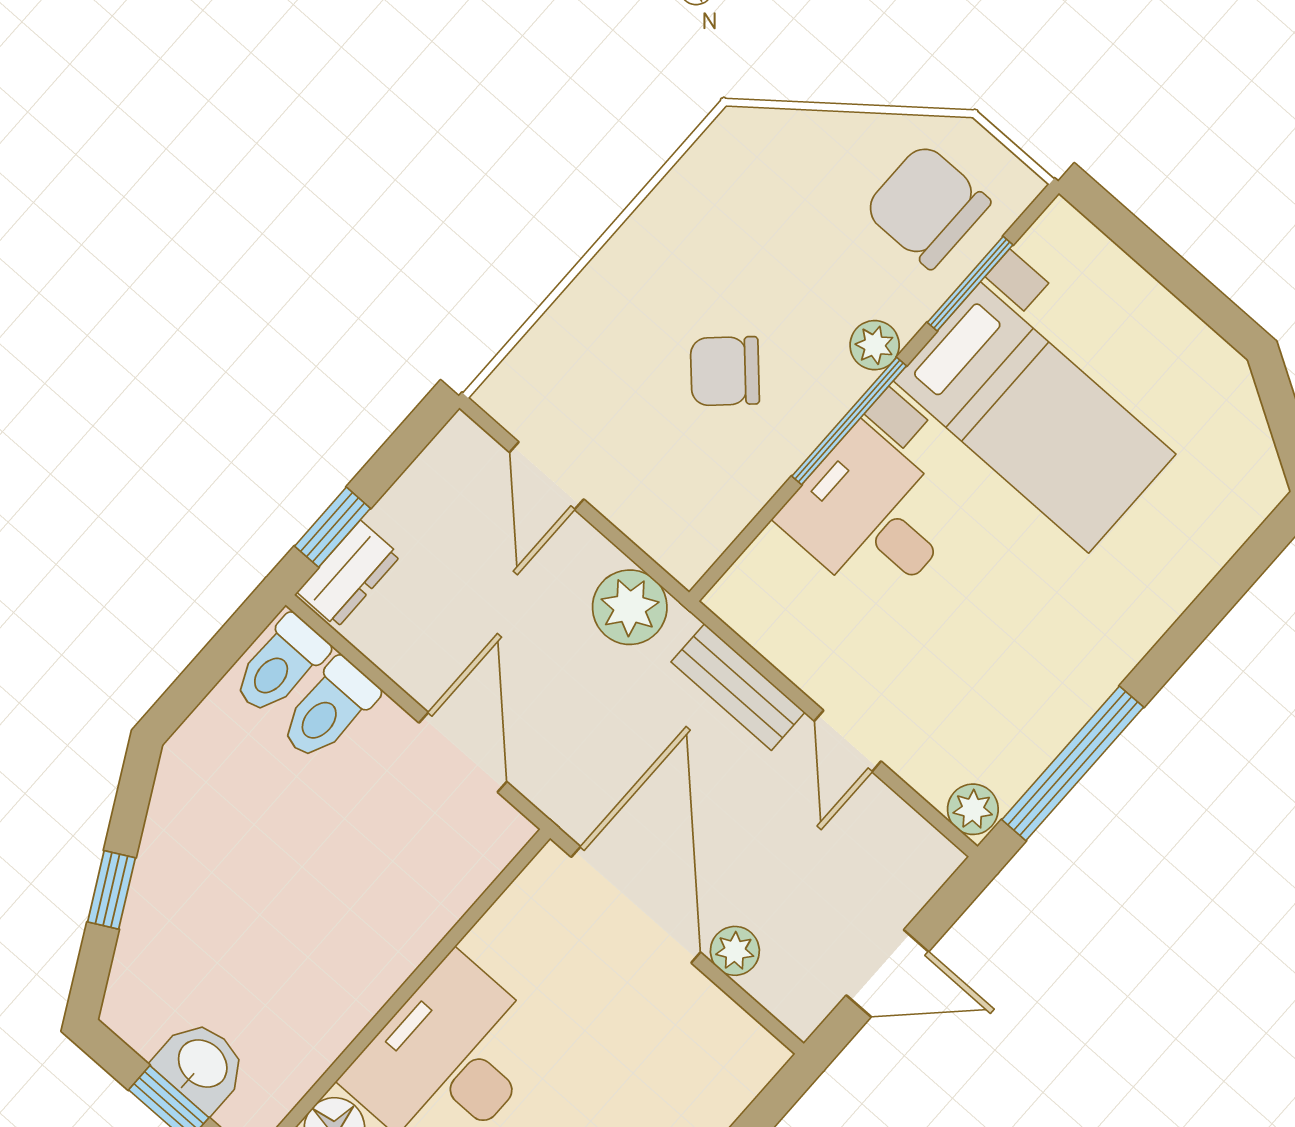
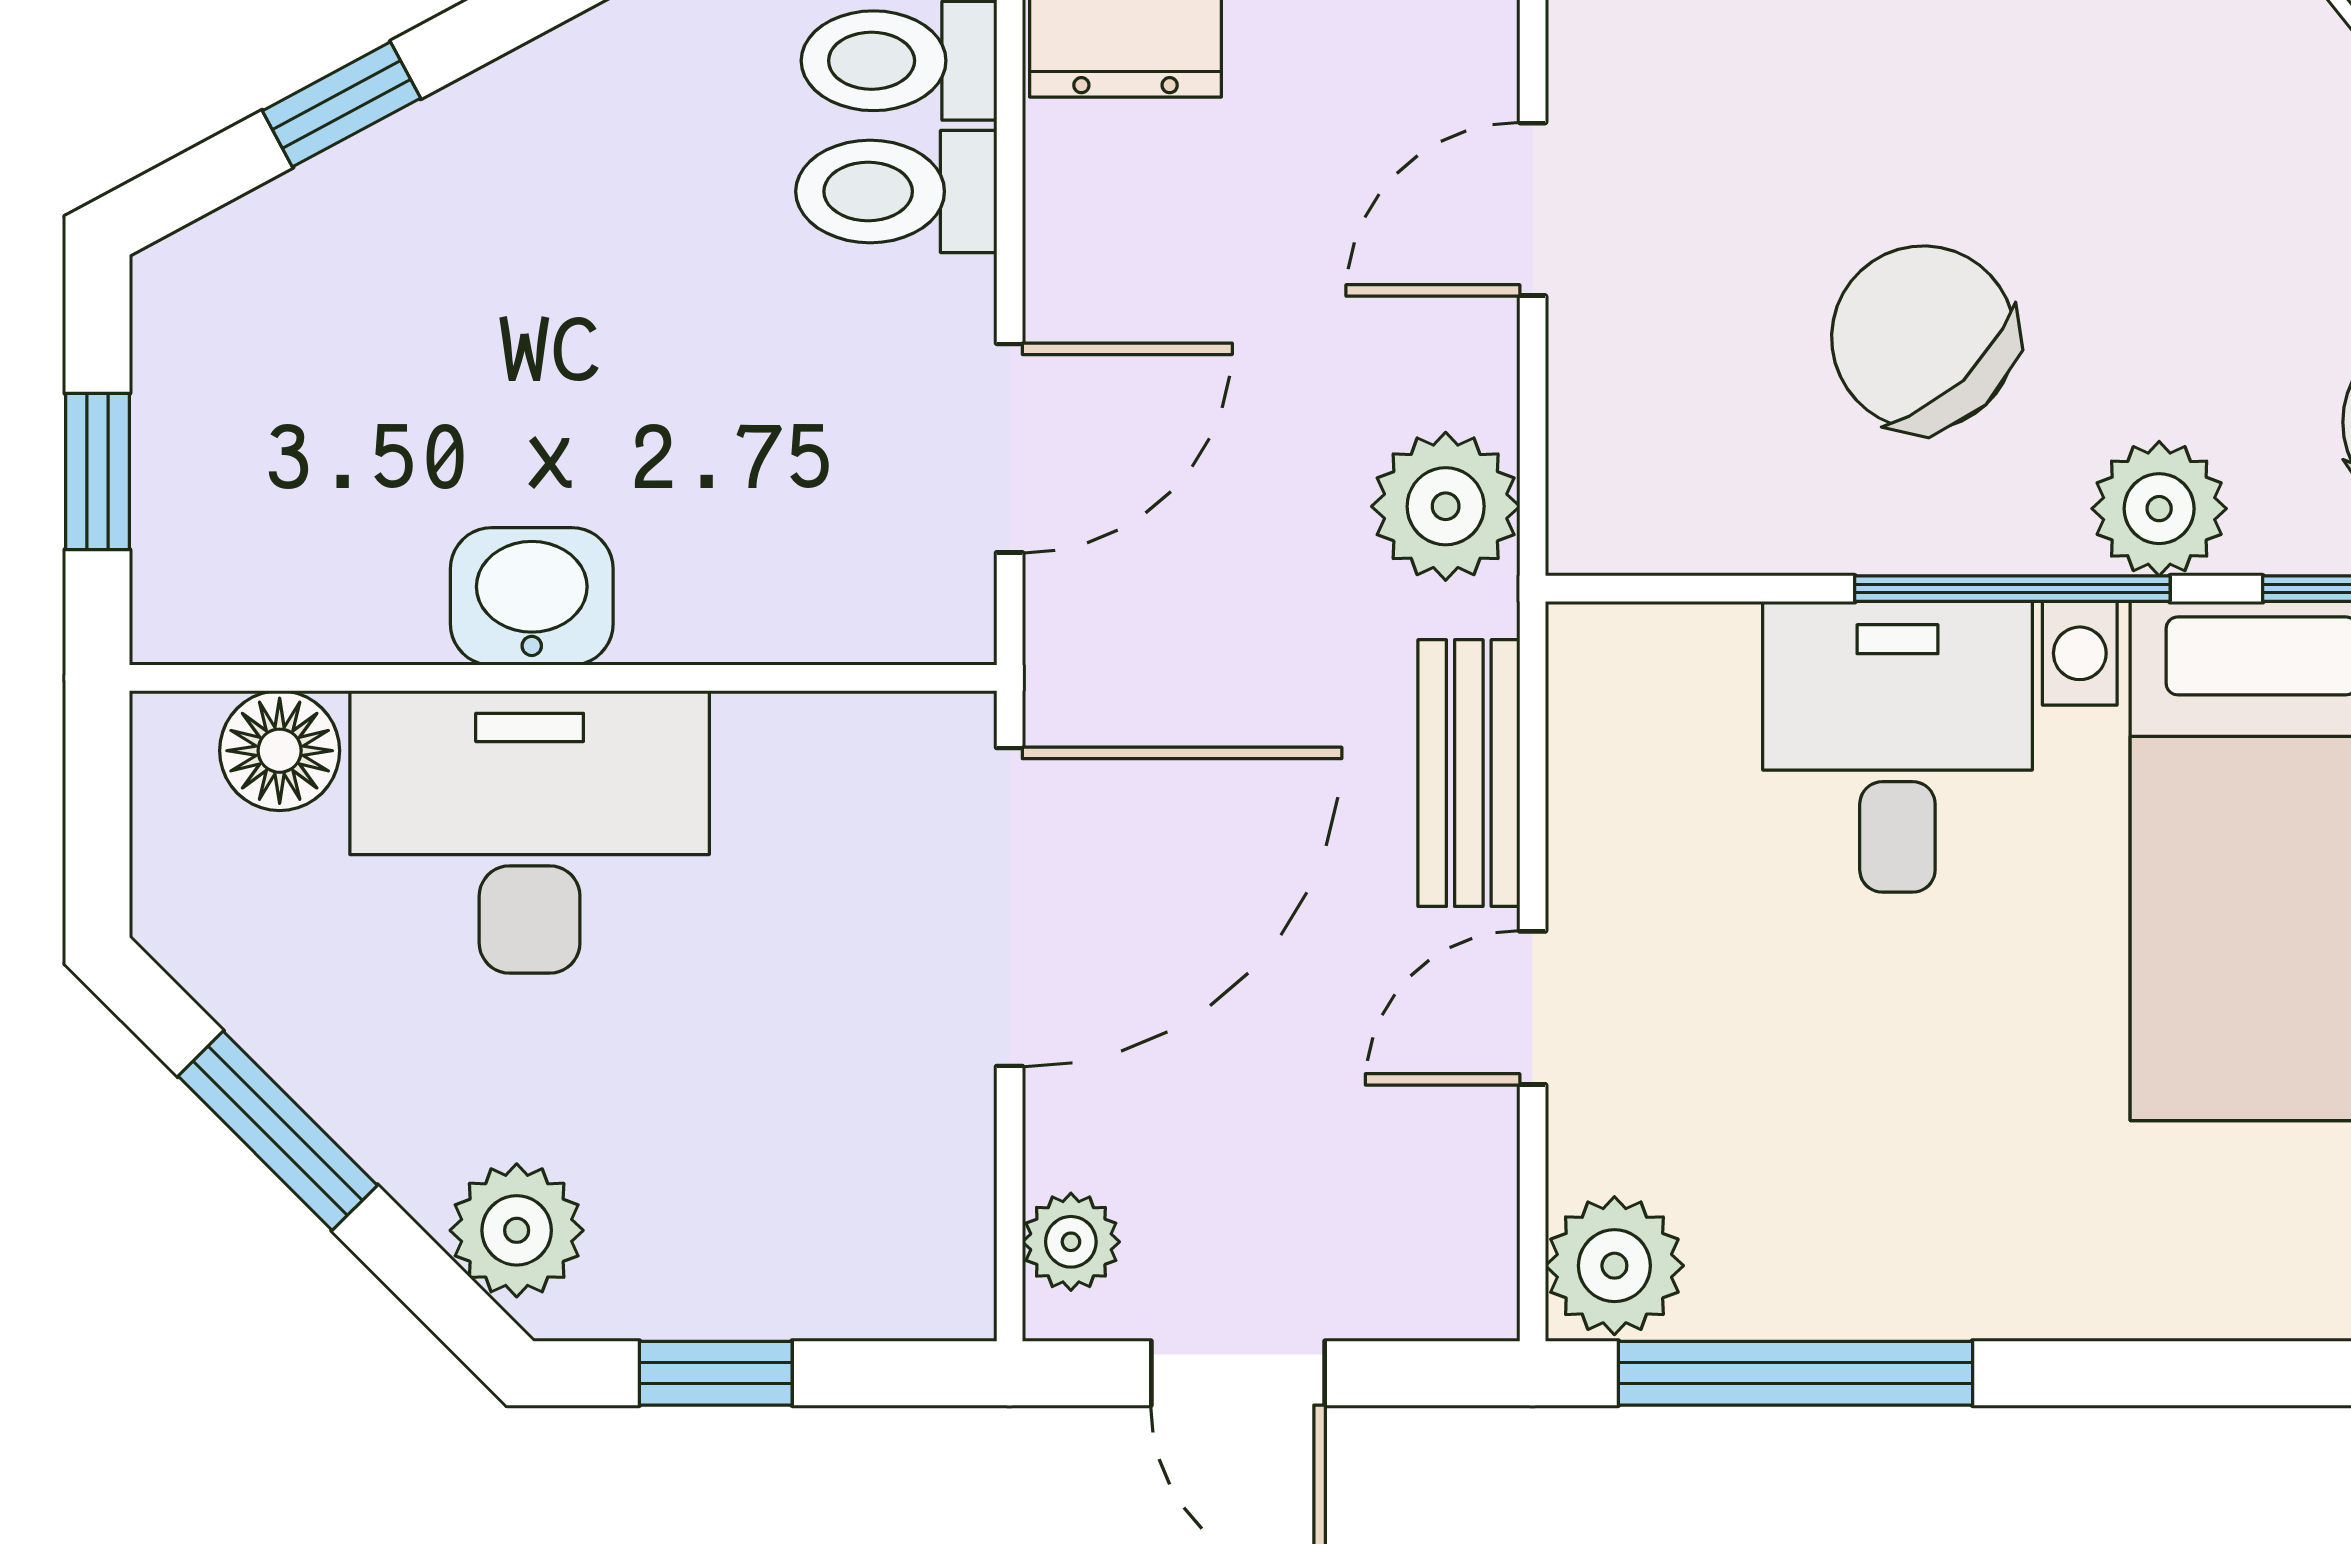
plant: (875, 345) -> (2159, 509), width x1.38, depth x1.38
chair: (725, 371) -> (1923, 338), width x1.37, depth x1.37
plant: (973, 809) -> (1614, 1266), width x1.38, depth x1.38
plant: (735, 951) -> (1071, 1242), moved
washbasin: (201, 1065) -> (532, 596), moved, turned -90

